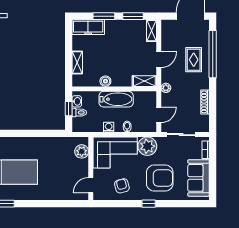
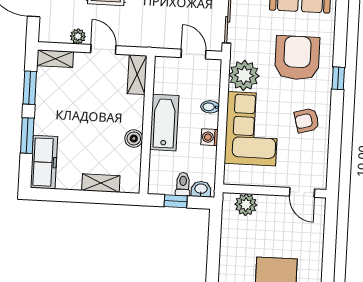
plant: (166, 88) -> (78, 36), moved
washbasin: (77, 101) -> (201, 189), moved
plant: (82, 151) -> (246, 205), moved
wall: (91, 169) -> (275, 191), moved
door: (91, 185) -> (302, 192), moved

